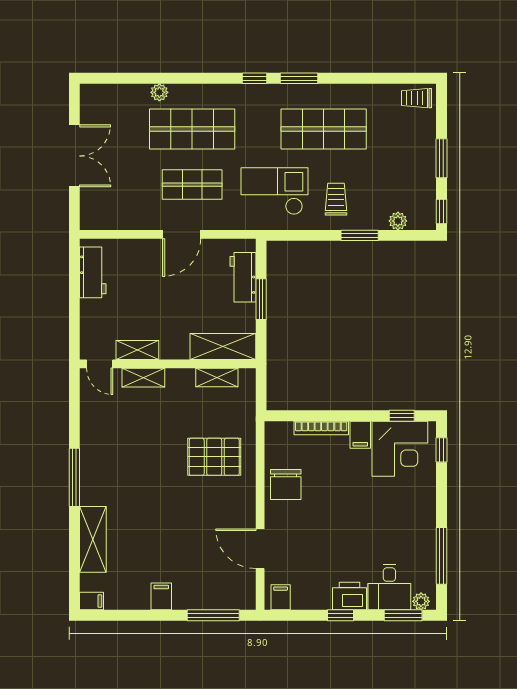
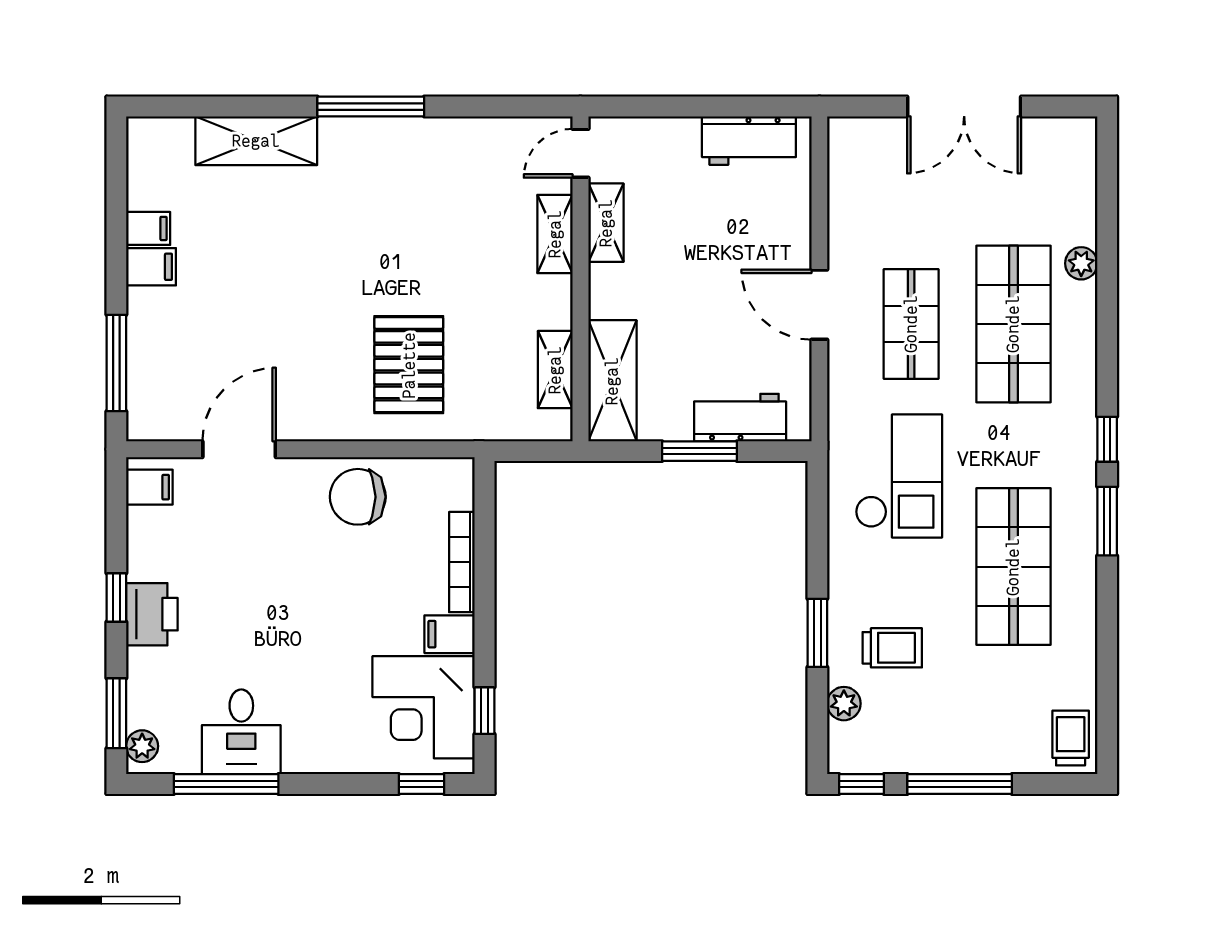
window: (442, 158) -> (960, 784), width x1.44
trolley: (336, 199) -> (892, 648), moved
desk: (389, 587) -> (241, 732), moved, turned -90
filing cabinet: (92, 601) -> (148, 228), moved, turned -90

